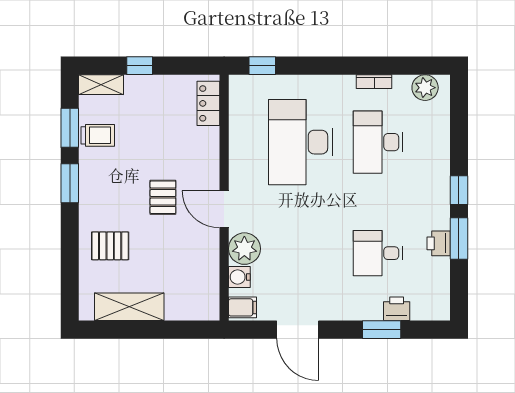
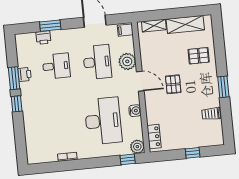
shelving: (101, 85) -> (154, 26), moved
plant: (425, 88) -> (137, 147), moved
window: (70, 128) -> (226, 116), removed
desk: (378, 142) -> (97, 62), moved
water cooler: (239, 277) -> (135, 111), moved

